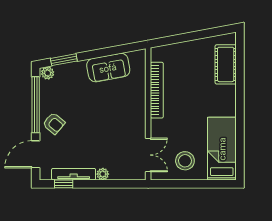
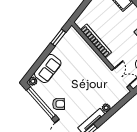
window: (64, 60) -> (58, 38), moved
sofa: (108, 68) -> (48, 68), moved

